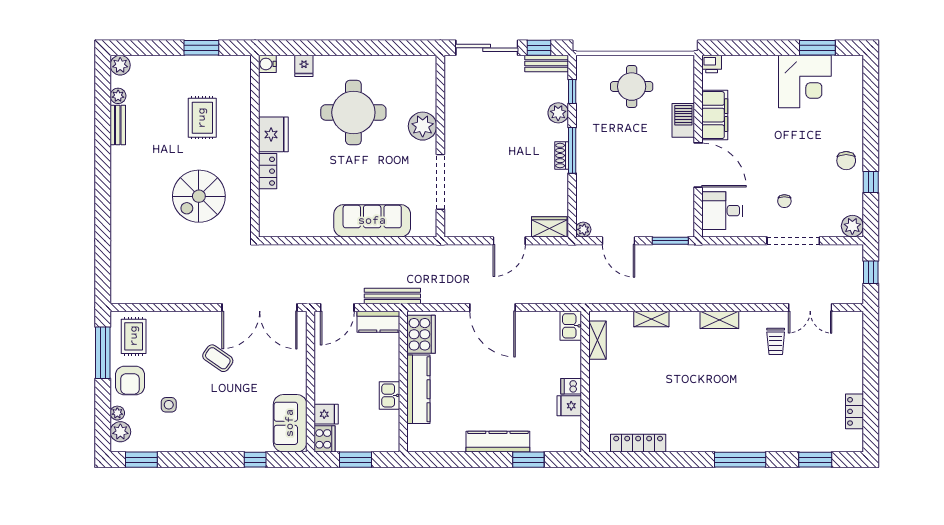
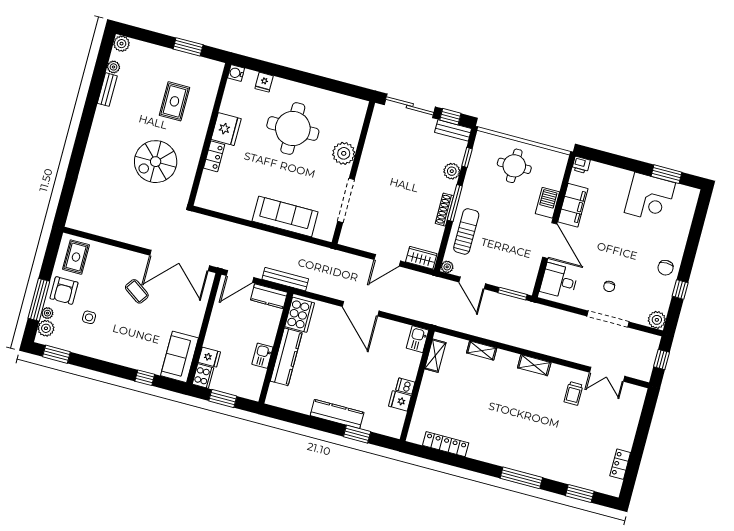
shoe rack: (562, 156) -> (444, 210), width x1.43
sun lounger: (595, 181) -> (466, 231), added
window: (103, 353) -> (39, 300), moved

